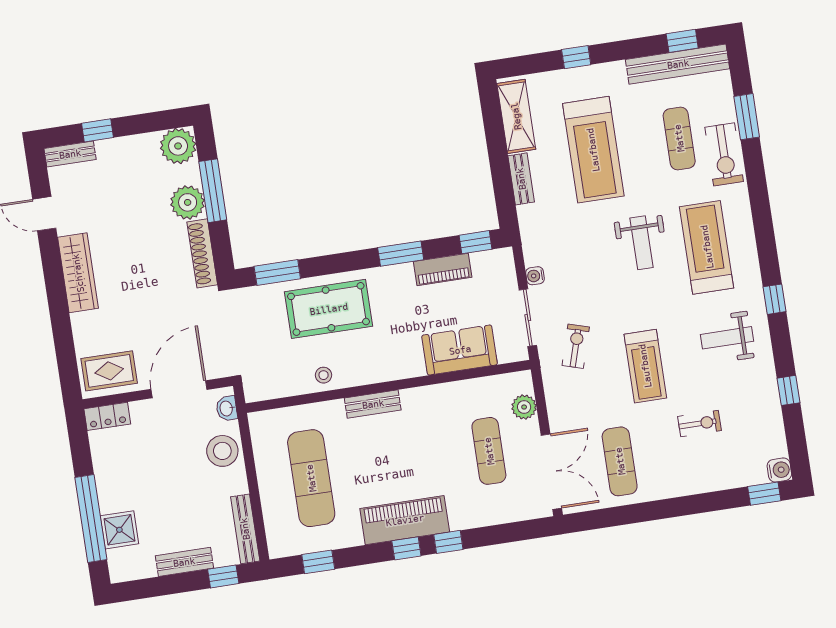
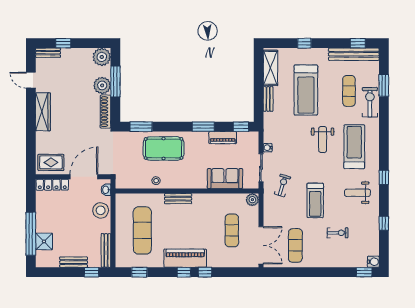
exercise bike: (724, 154) -> (370, 102), turned 180
plant: (524, 407) -> (252, 200), moved
locker: (107, 416) -> (52, 185), width x1.53

